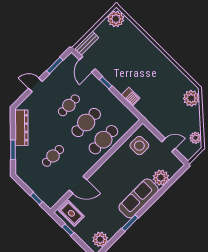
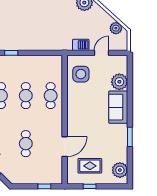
barbecue: (131, 97) -> (81, 45), moved
cafe table: (86, 123) -> (26, 96), width x0.73, depth x0.74
cafe table: (103, 140) -> (51, 96), width x0.73, depth x0.74
sofa: (139, 198) -> (118, 107), width x0.73
rug: (71, 213) -> (90, 166), moved

